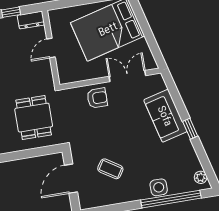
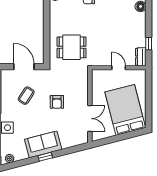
armchair: (97, 98) -> (57, 102), moved
sofa: (165, 116) -> (43, 144), moved

